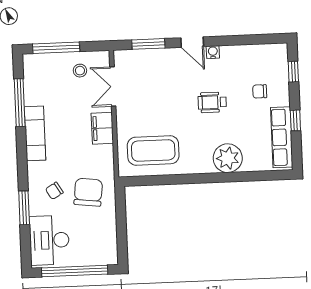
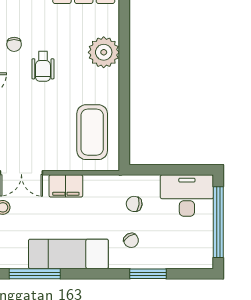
chair: (260, 91) -> (14, 44), moved
exam couch: (35, 133) -> (68, 254), width x1.36, depth x1.45
chair: (88, 192) -> (134, 204), width x0.54, depth x0.54
desk: (49, 240) -> (187, 196), moved, turned 180

